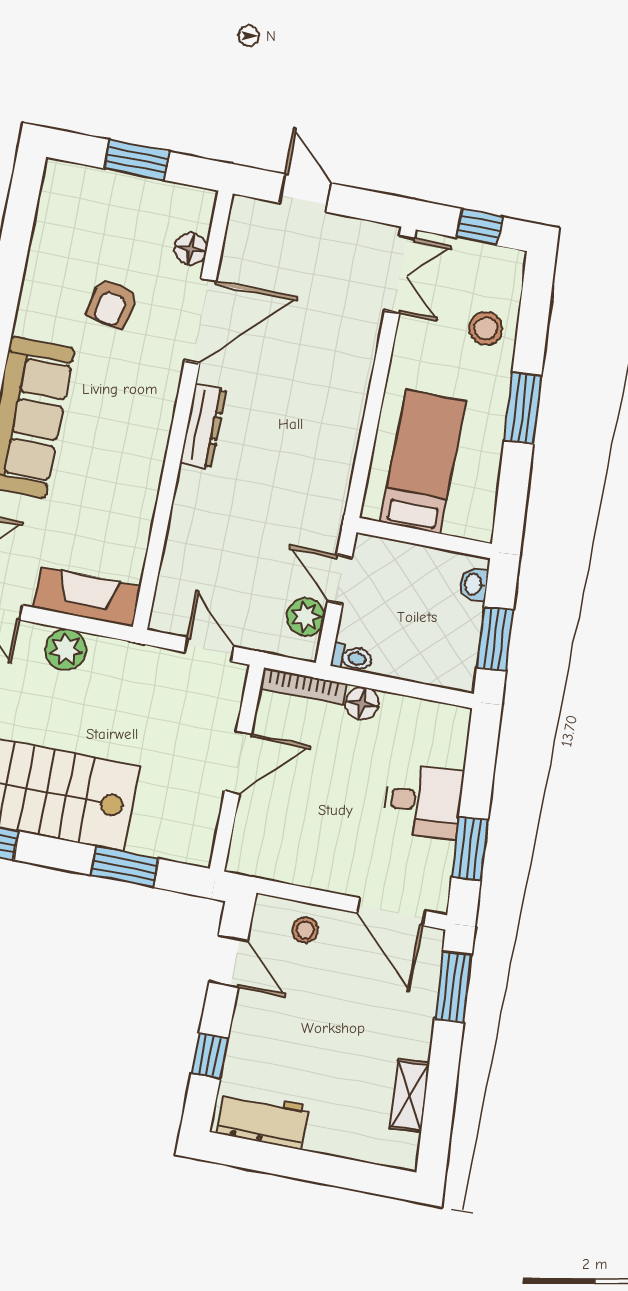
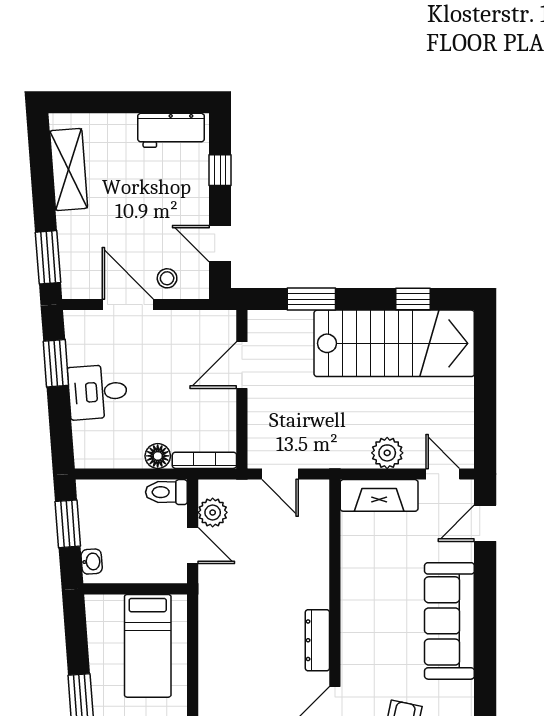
toilet: (352, 658) -> (166, 492), width x1.37, depth x1.39
door: (238, 762) -> (242, 365), moved
door: (391, 912) -> (128, 305), moved
shelving: (410, 1096) -> (69, 169), width x1.50, depth x1.33

